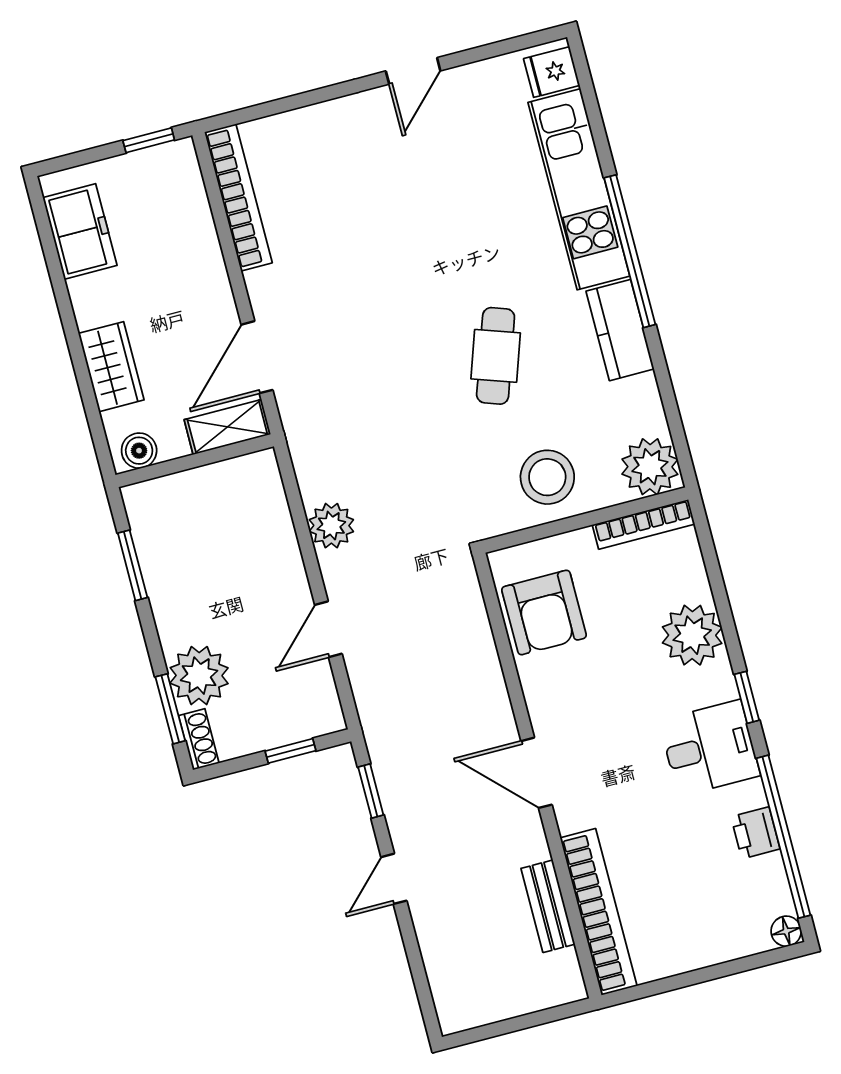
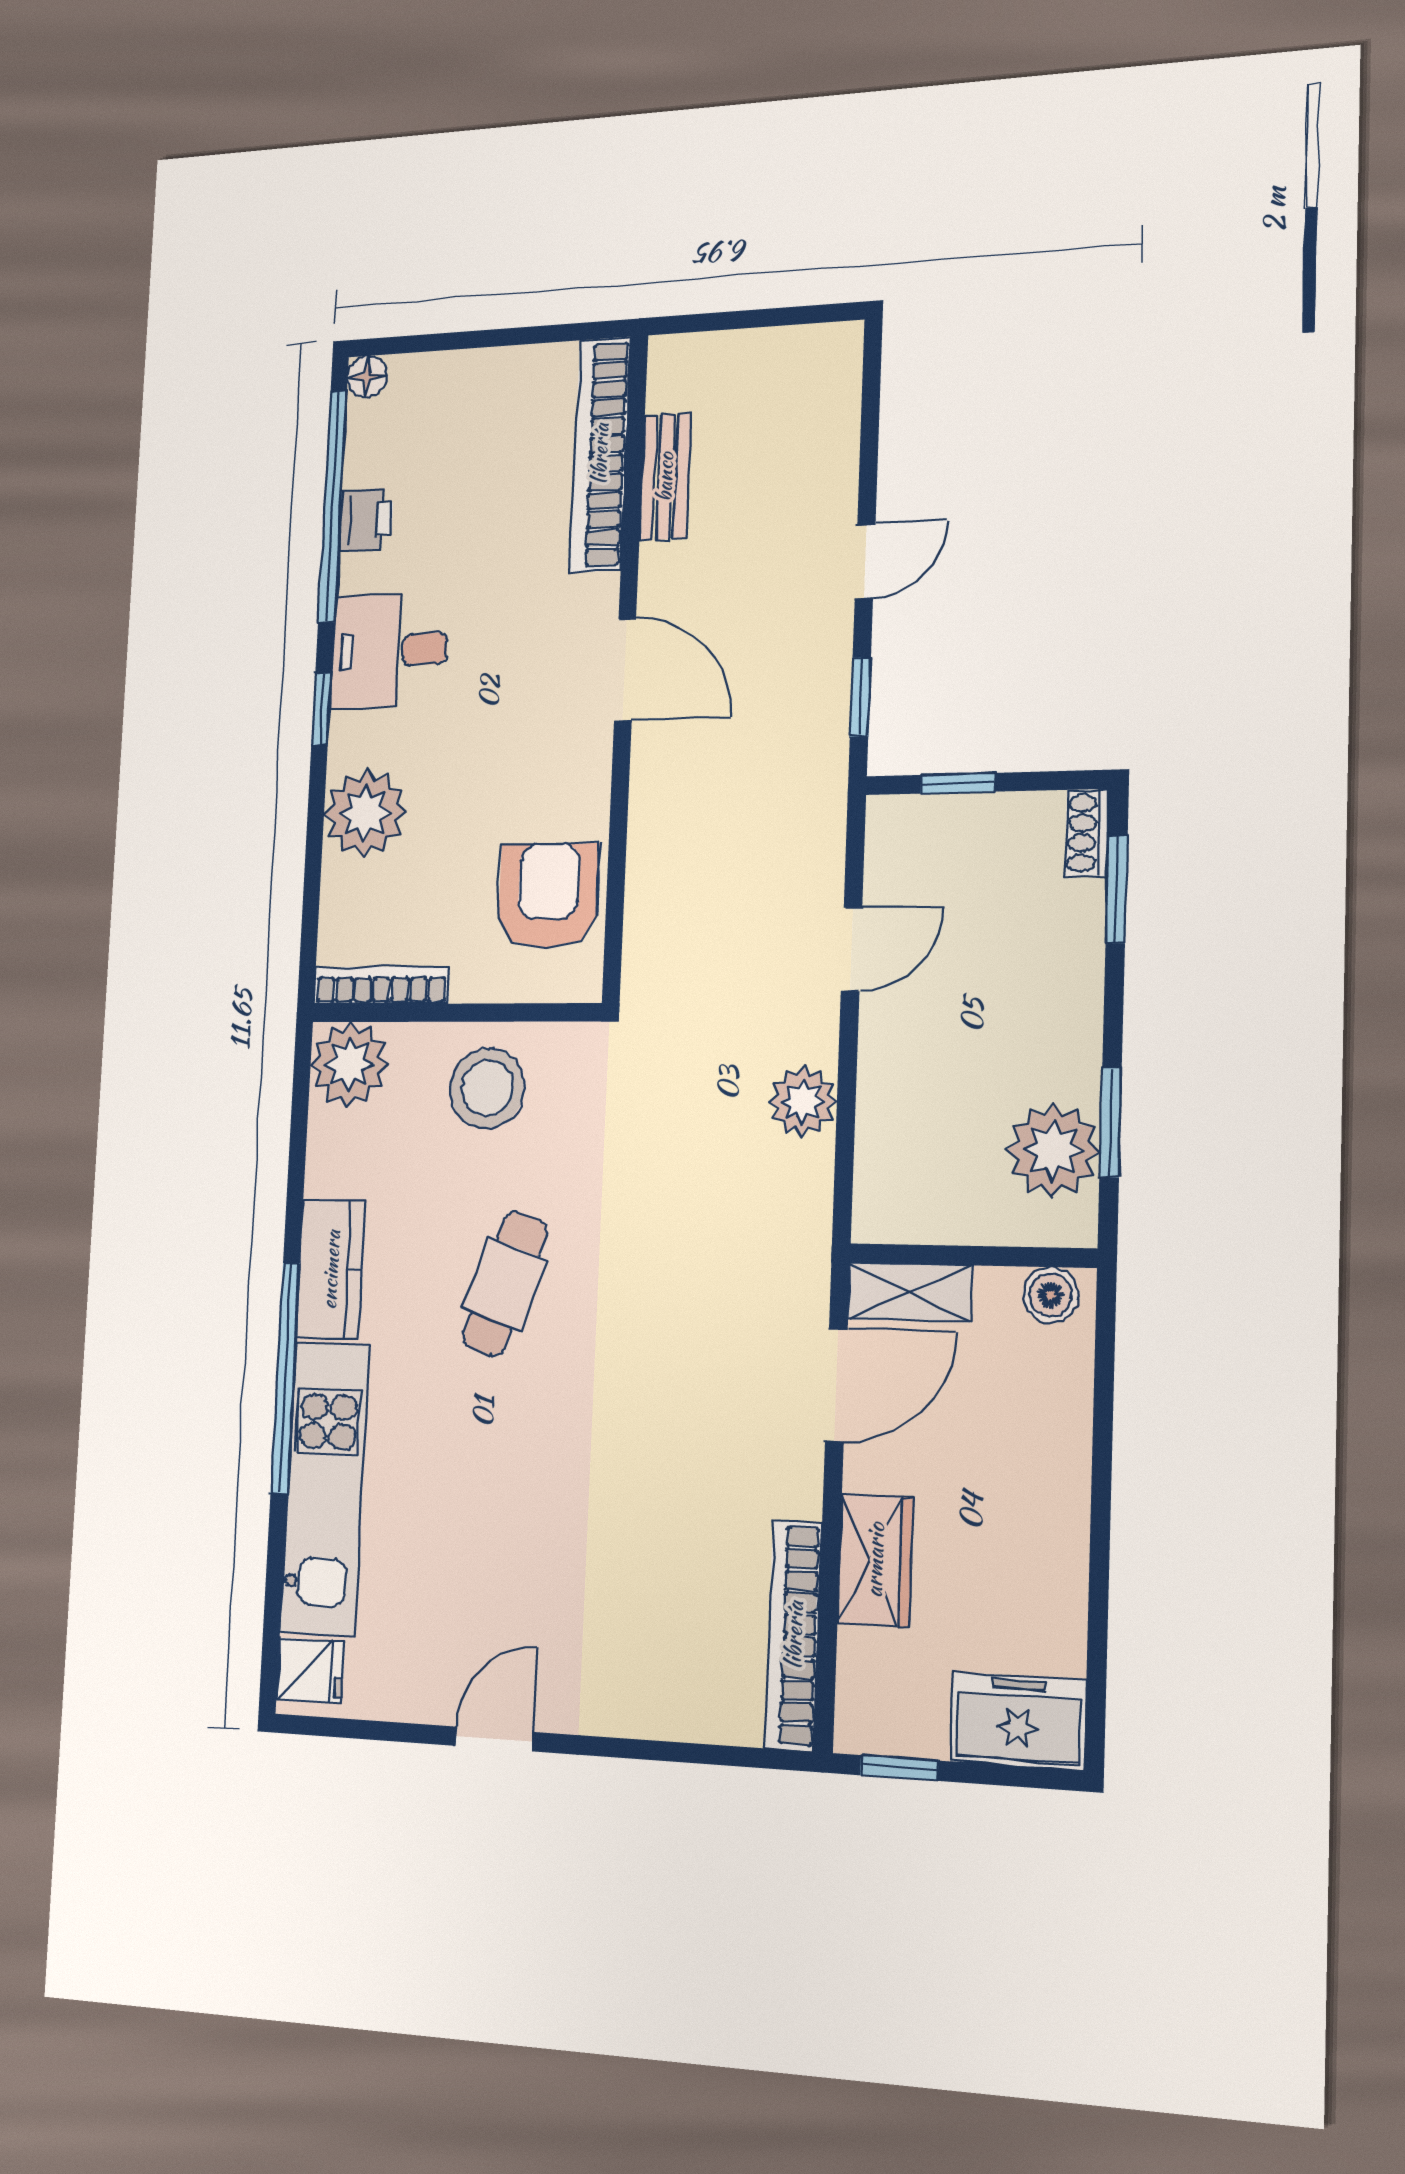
freezer: (80, 232) -> (1018, 1721), moved, turned 90
wardrobe: (111, 367) -> (875, 1560), moved, turned 180
plant: (199, 676) -> (1053, 1150), moved

